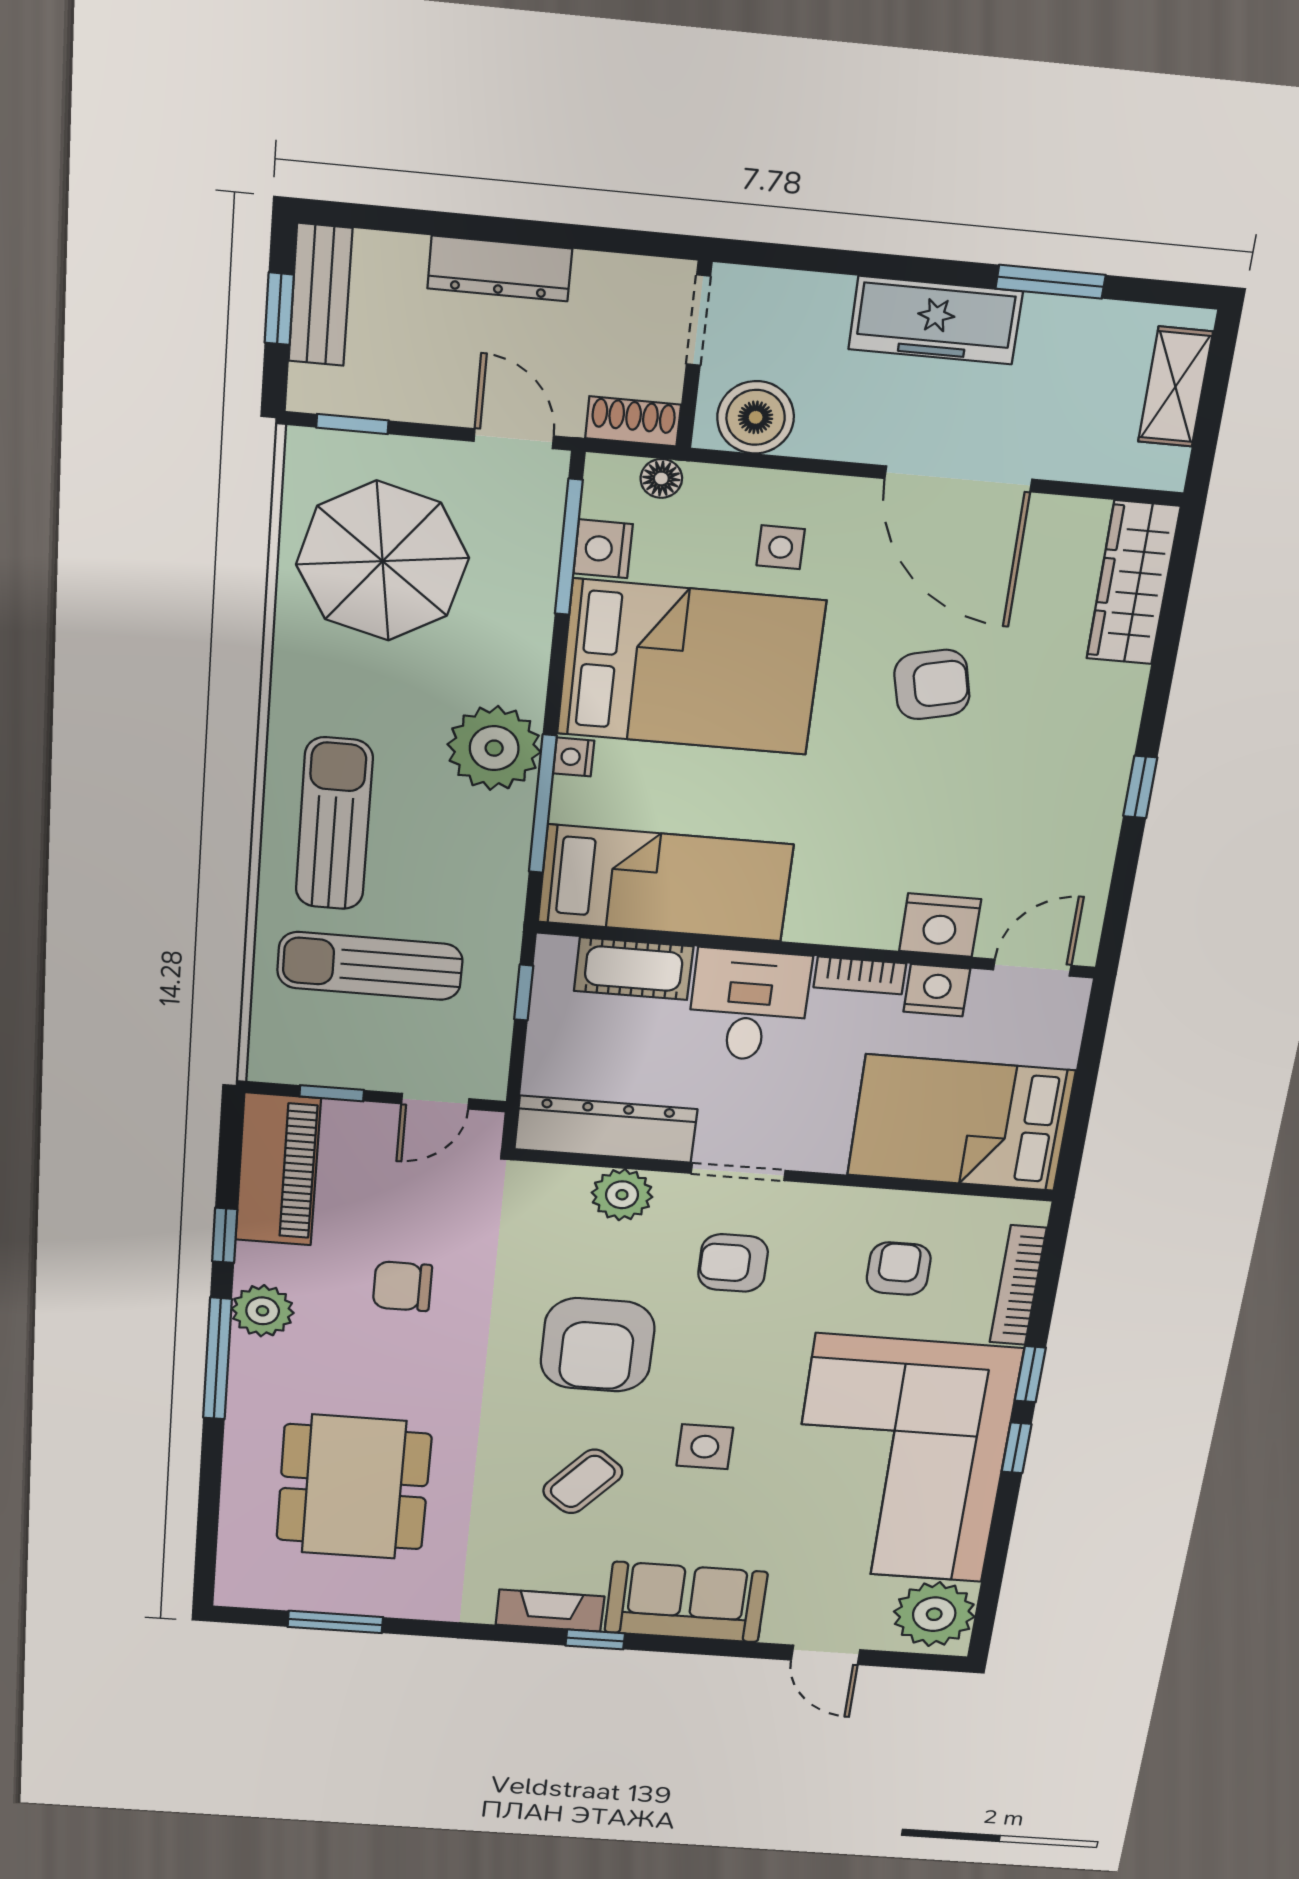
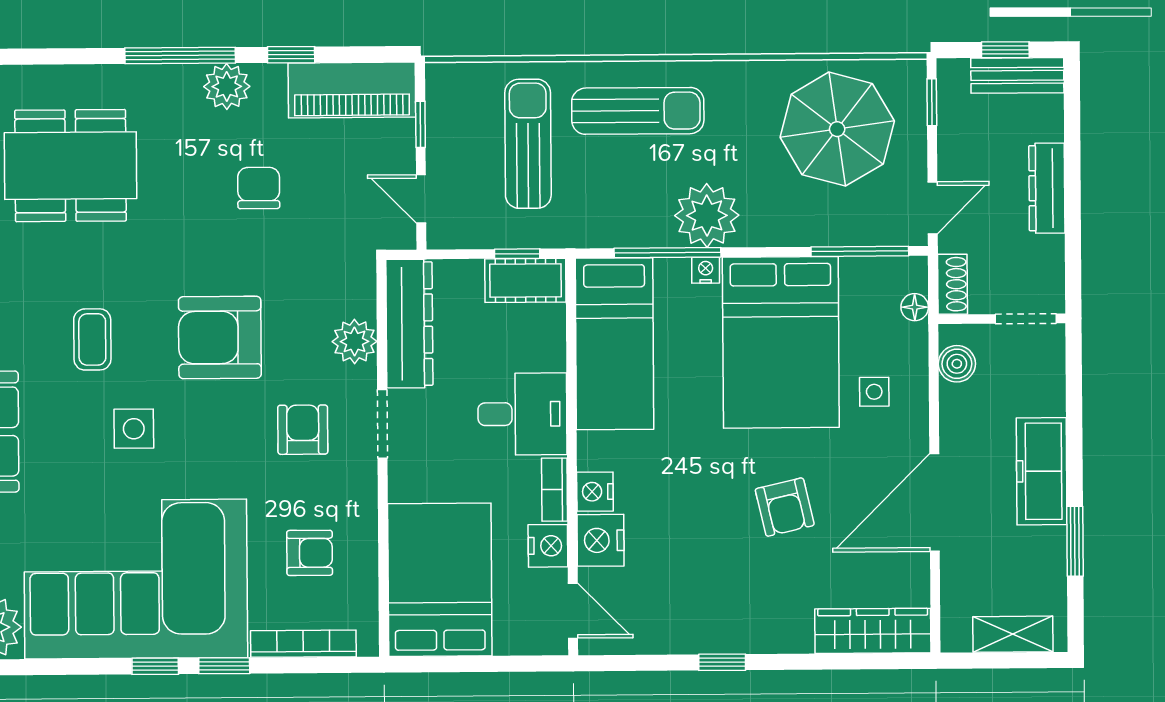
boiler: (756, 417) -> (957, 364), width x0.73, depth x0.73
nightstand: (603, 549) -> (595, 492), moved, turned -90
cot: (634, 969) -> (525, 280), moved, turned 90
coffee table: (583, 1481) -> (92, 339), turned 50

